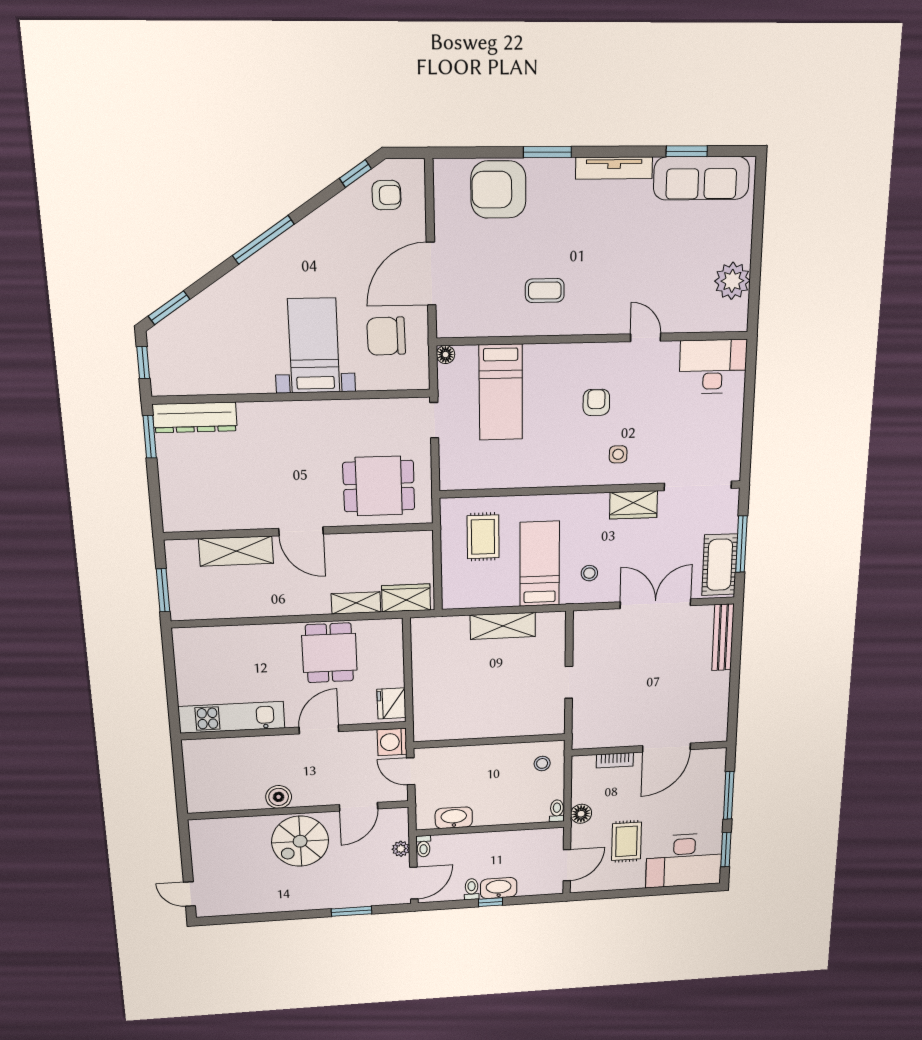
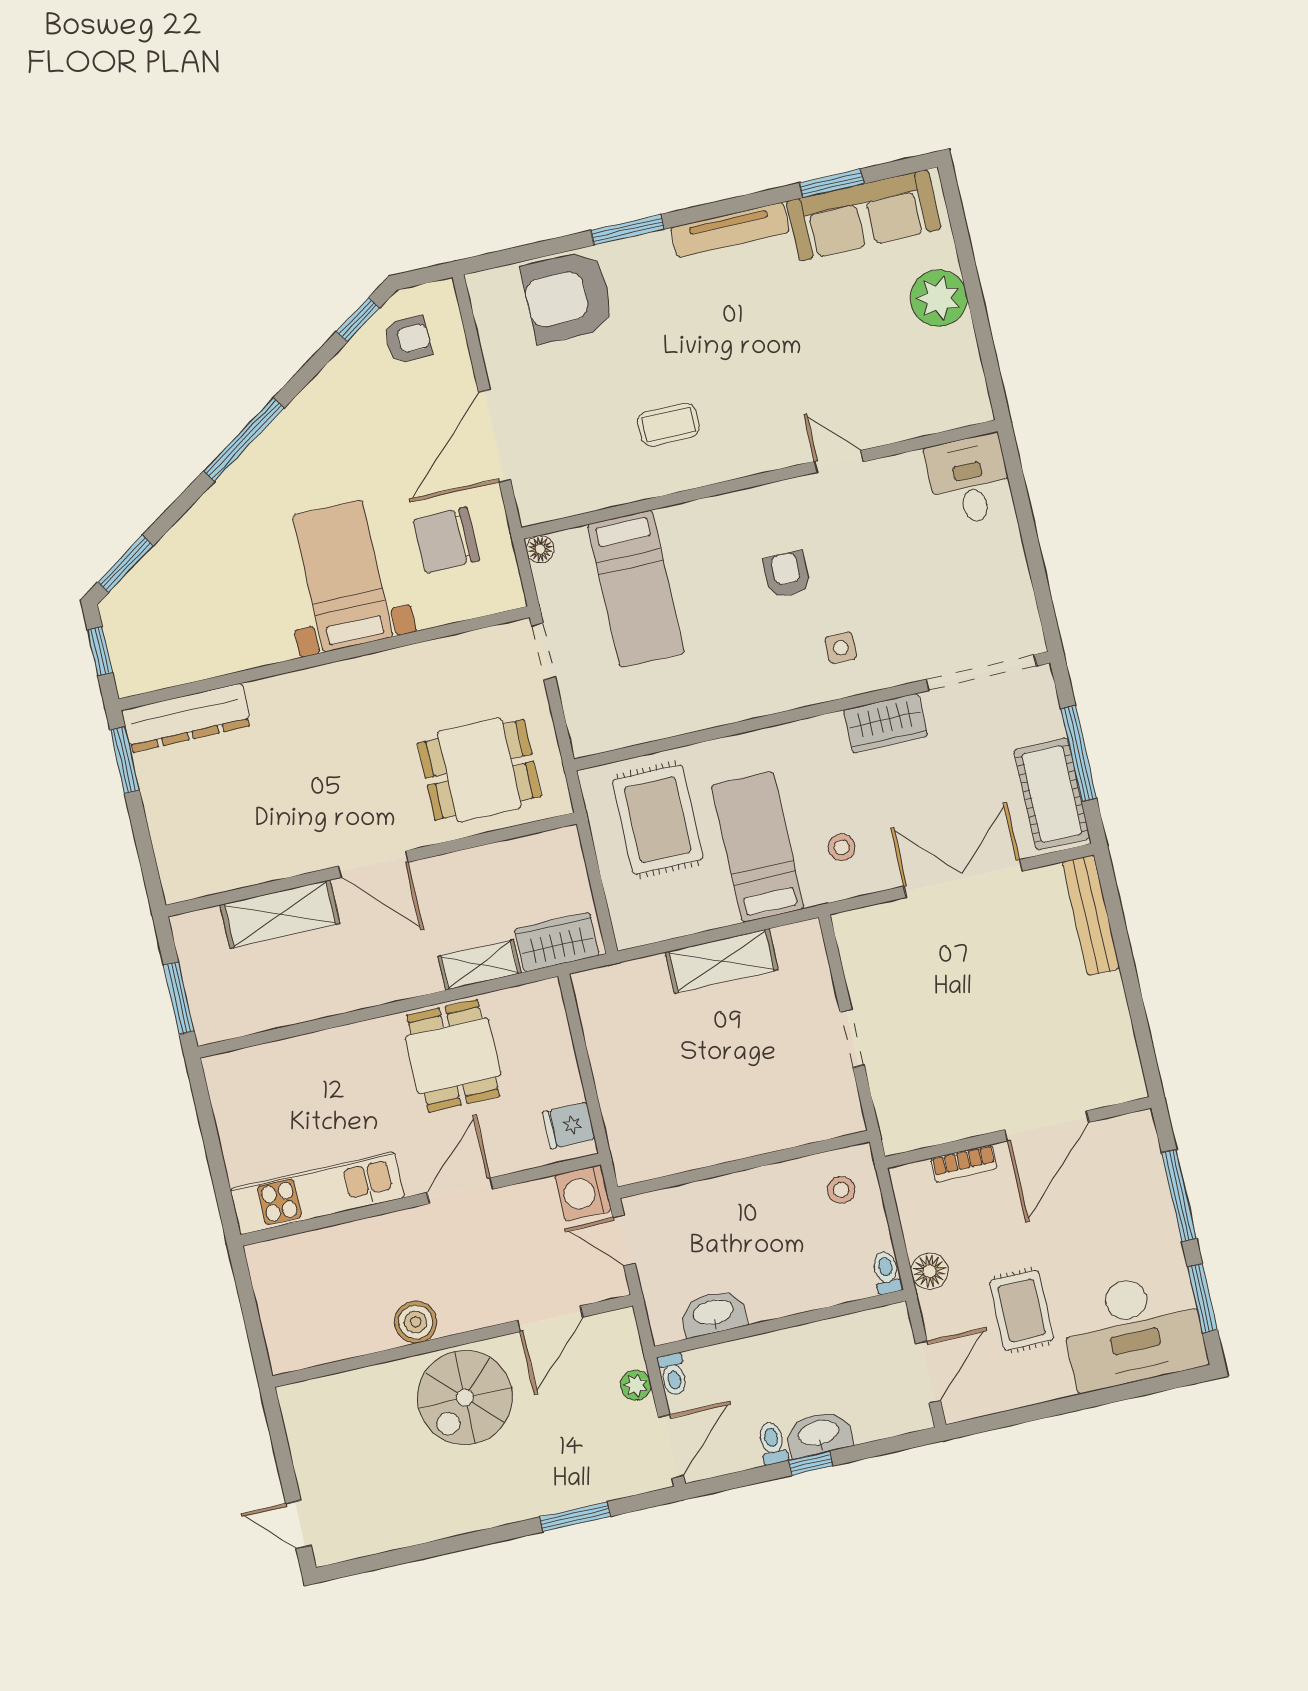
plant: (732, 281) -> (939, 298), moved
desk: (713, 367) -> (969, 480), width x0.73
rug: (483, 537) -> (658, 820), width x1.36, depth x1.43
fridge: (391, 703) -> (569, 1125), width x0.72

